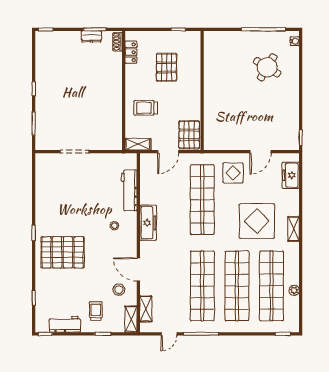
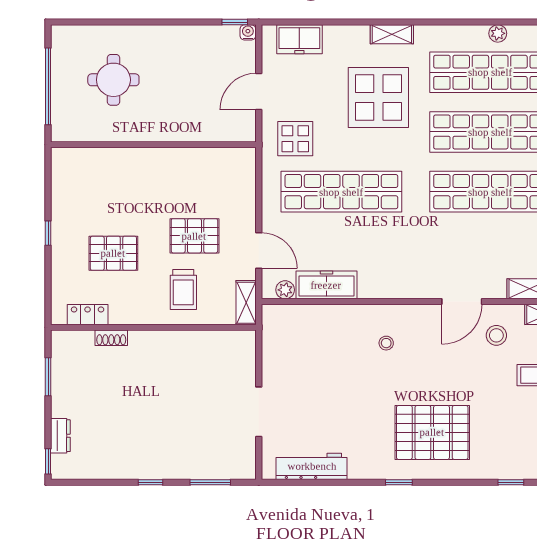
dresser: (91, 36) -> (60, 436), moved
water cooler: (295, 41) -> (248, 32), moved
shoe rack: (117, 42) -> (111, 338), moved
round table: (267, 67) -> (113, 80), turned -31
wall: (202, 90) -> (153, 145), moved
pallet: (189, 135) -> (194, 236), moved
door: (260, 152) -> (259, 91), swing flipped
plant: (145, 167) -> (285, 290), added
workbench: (129, 190) -> (312, 466), moved, turned 180
freezer: (148, 223) -> (326, 285), moved
pallet: (63, 252) -> (432, 432), turned 90

